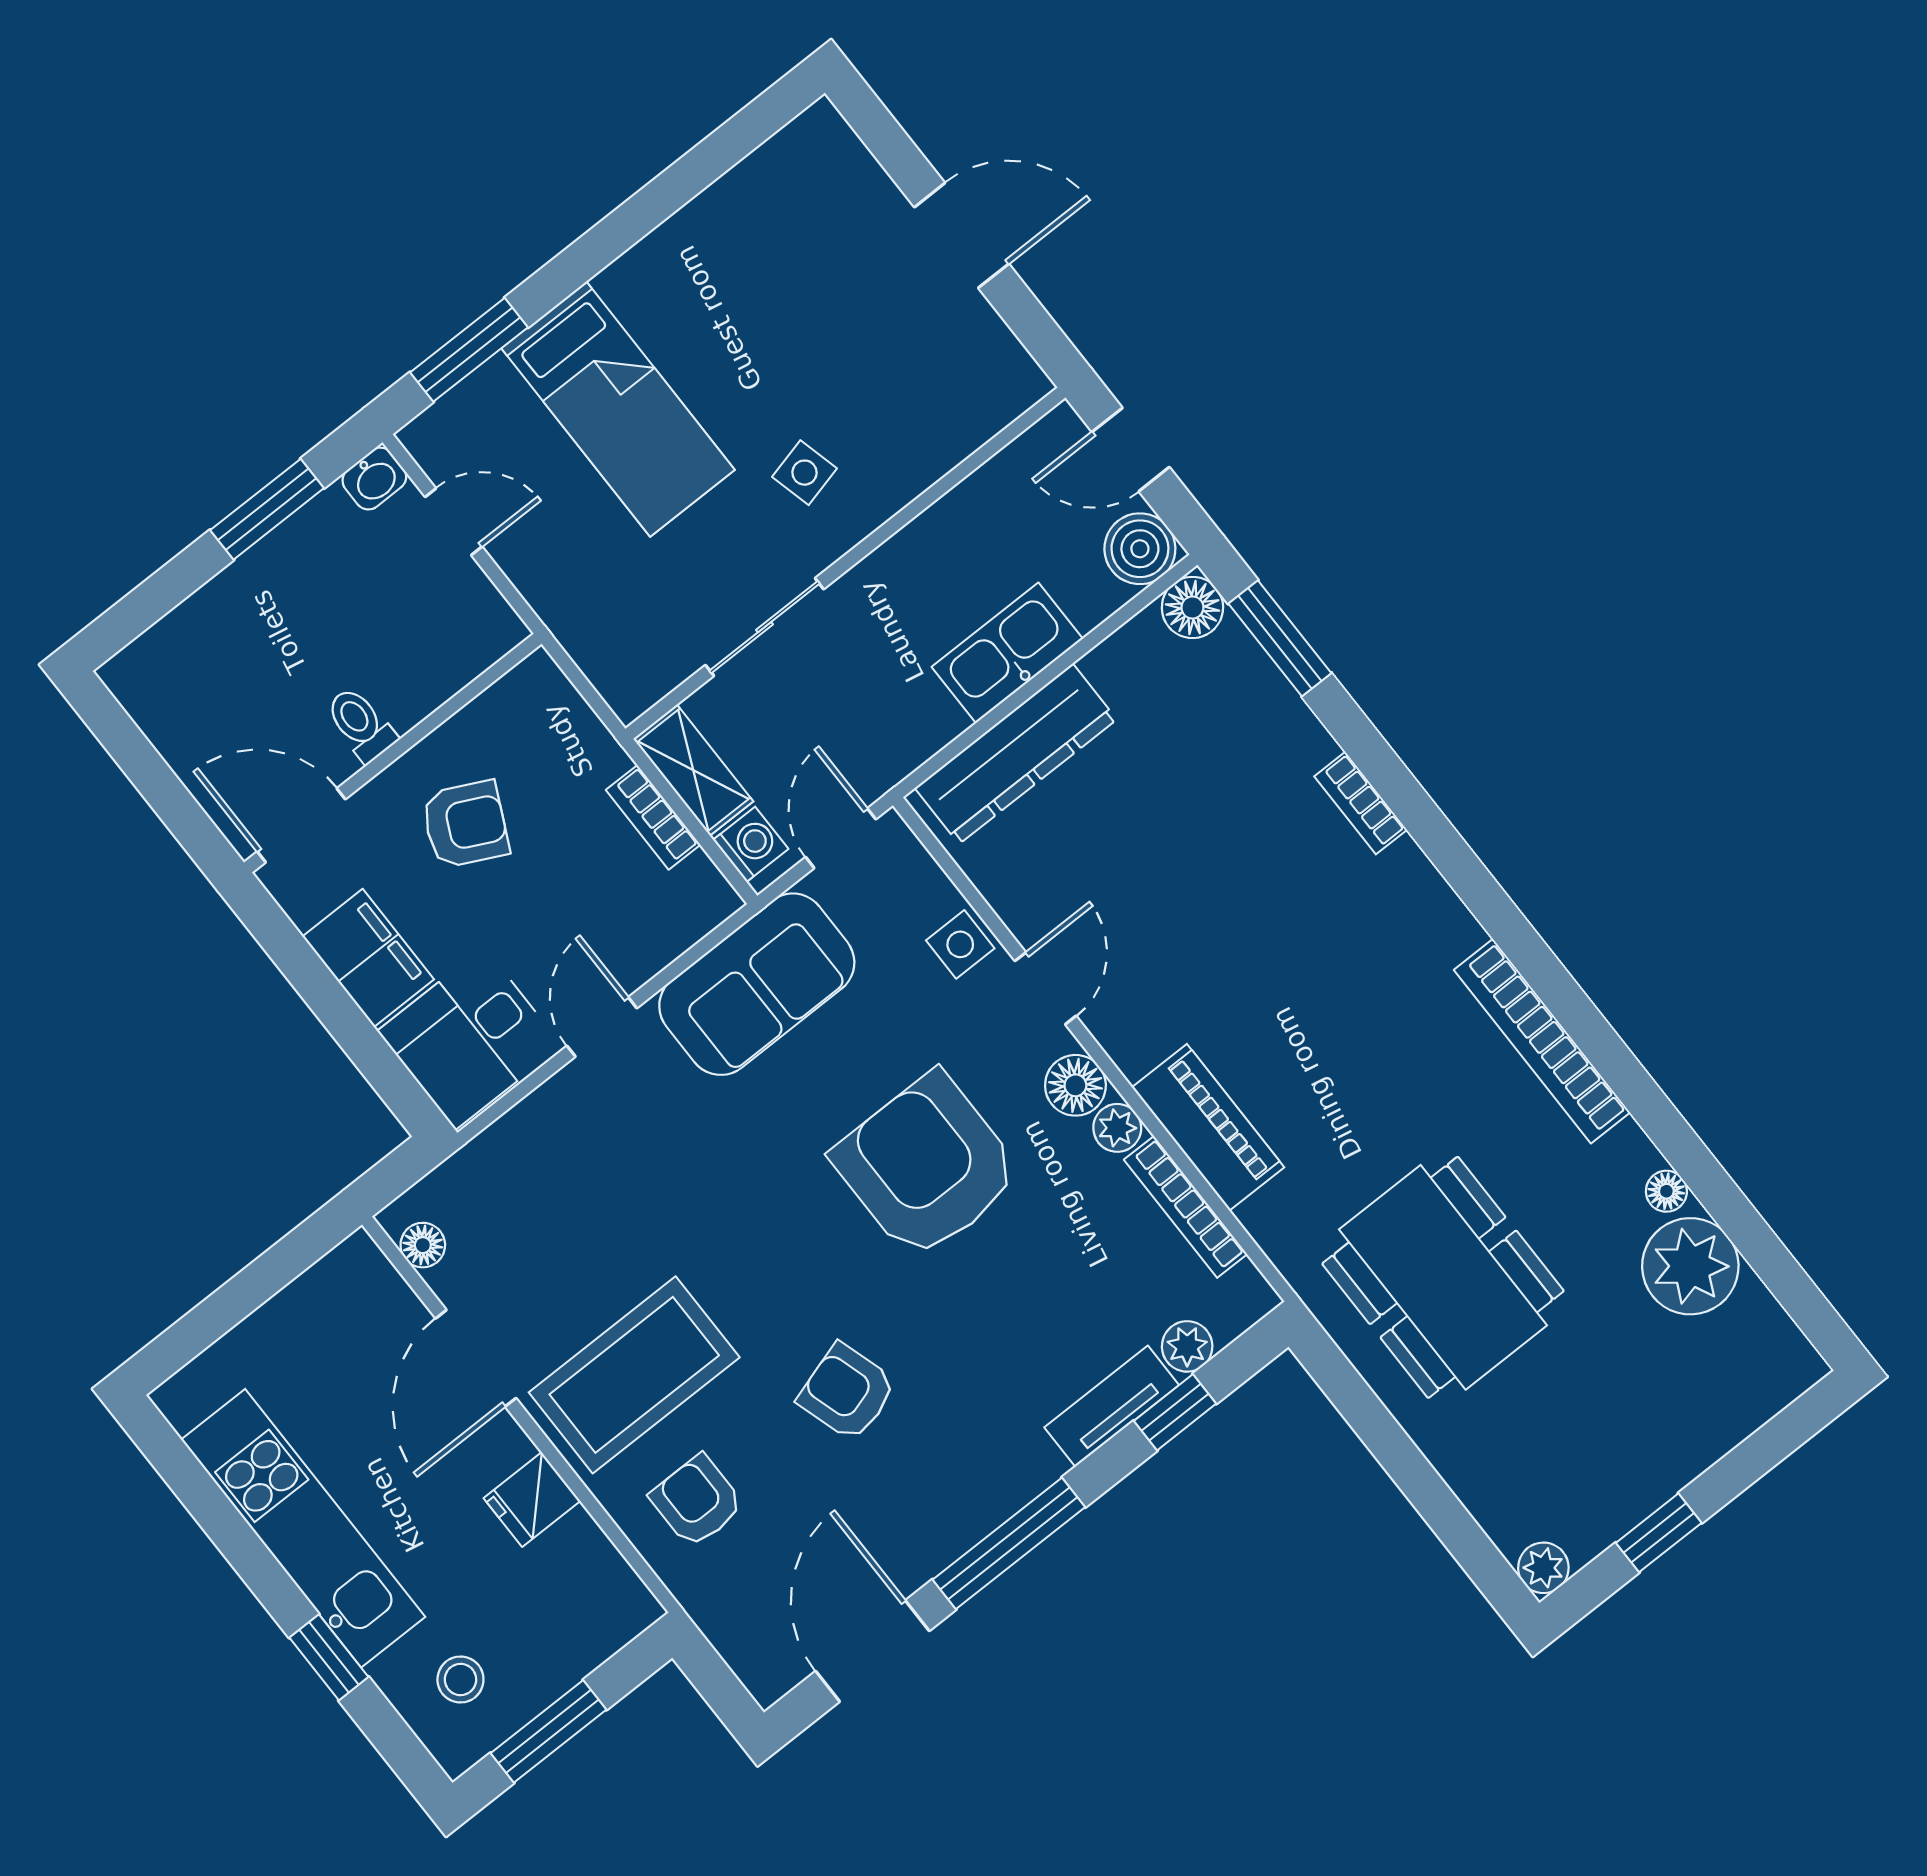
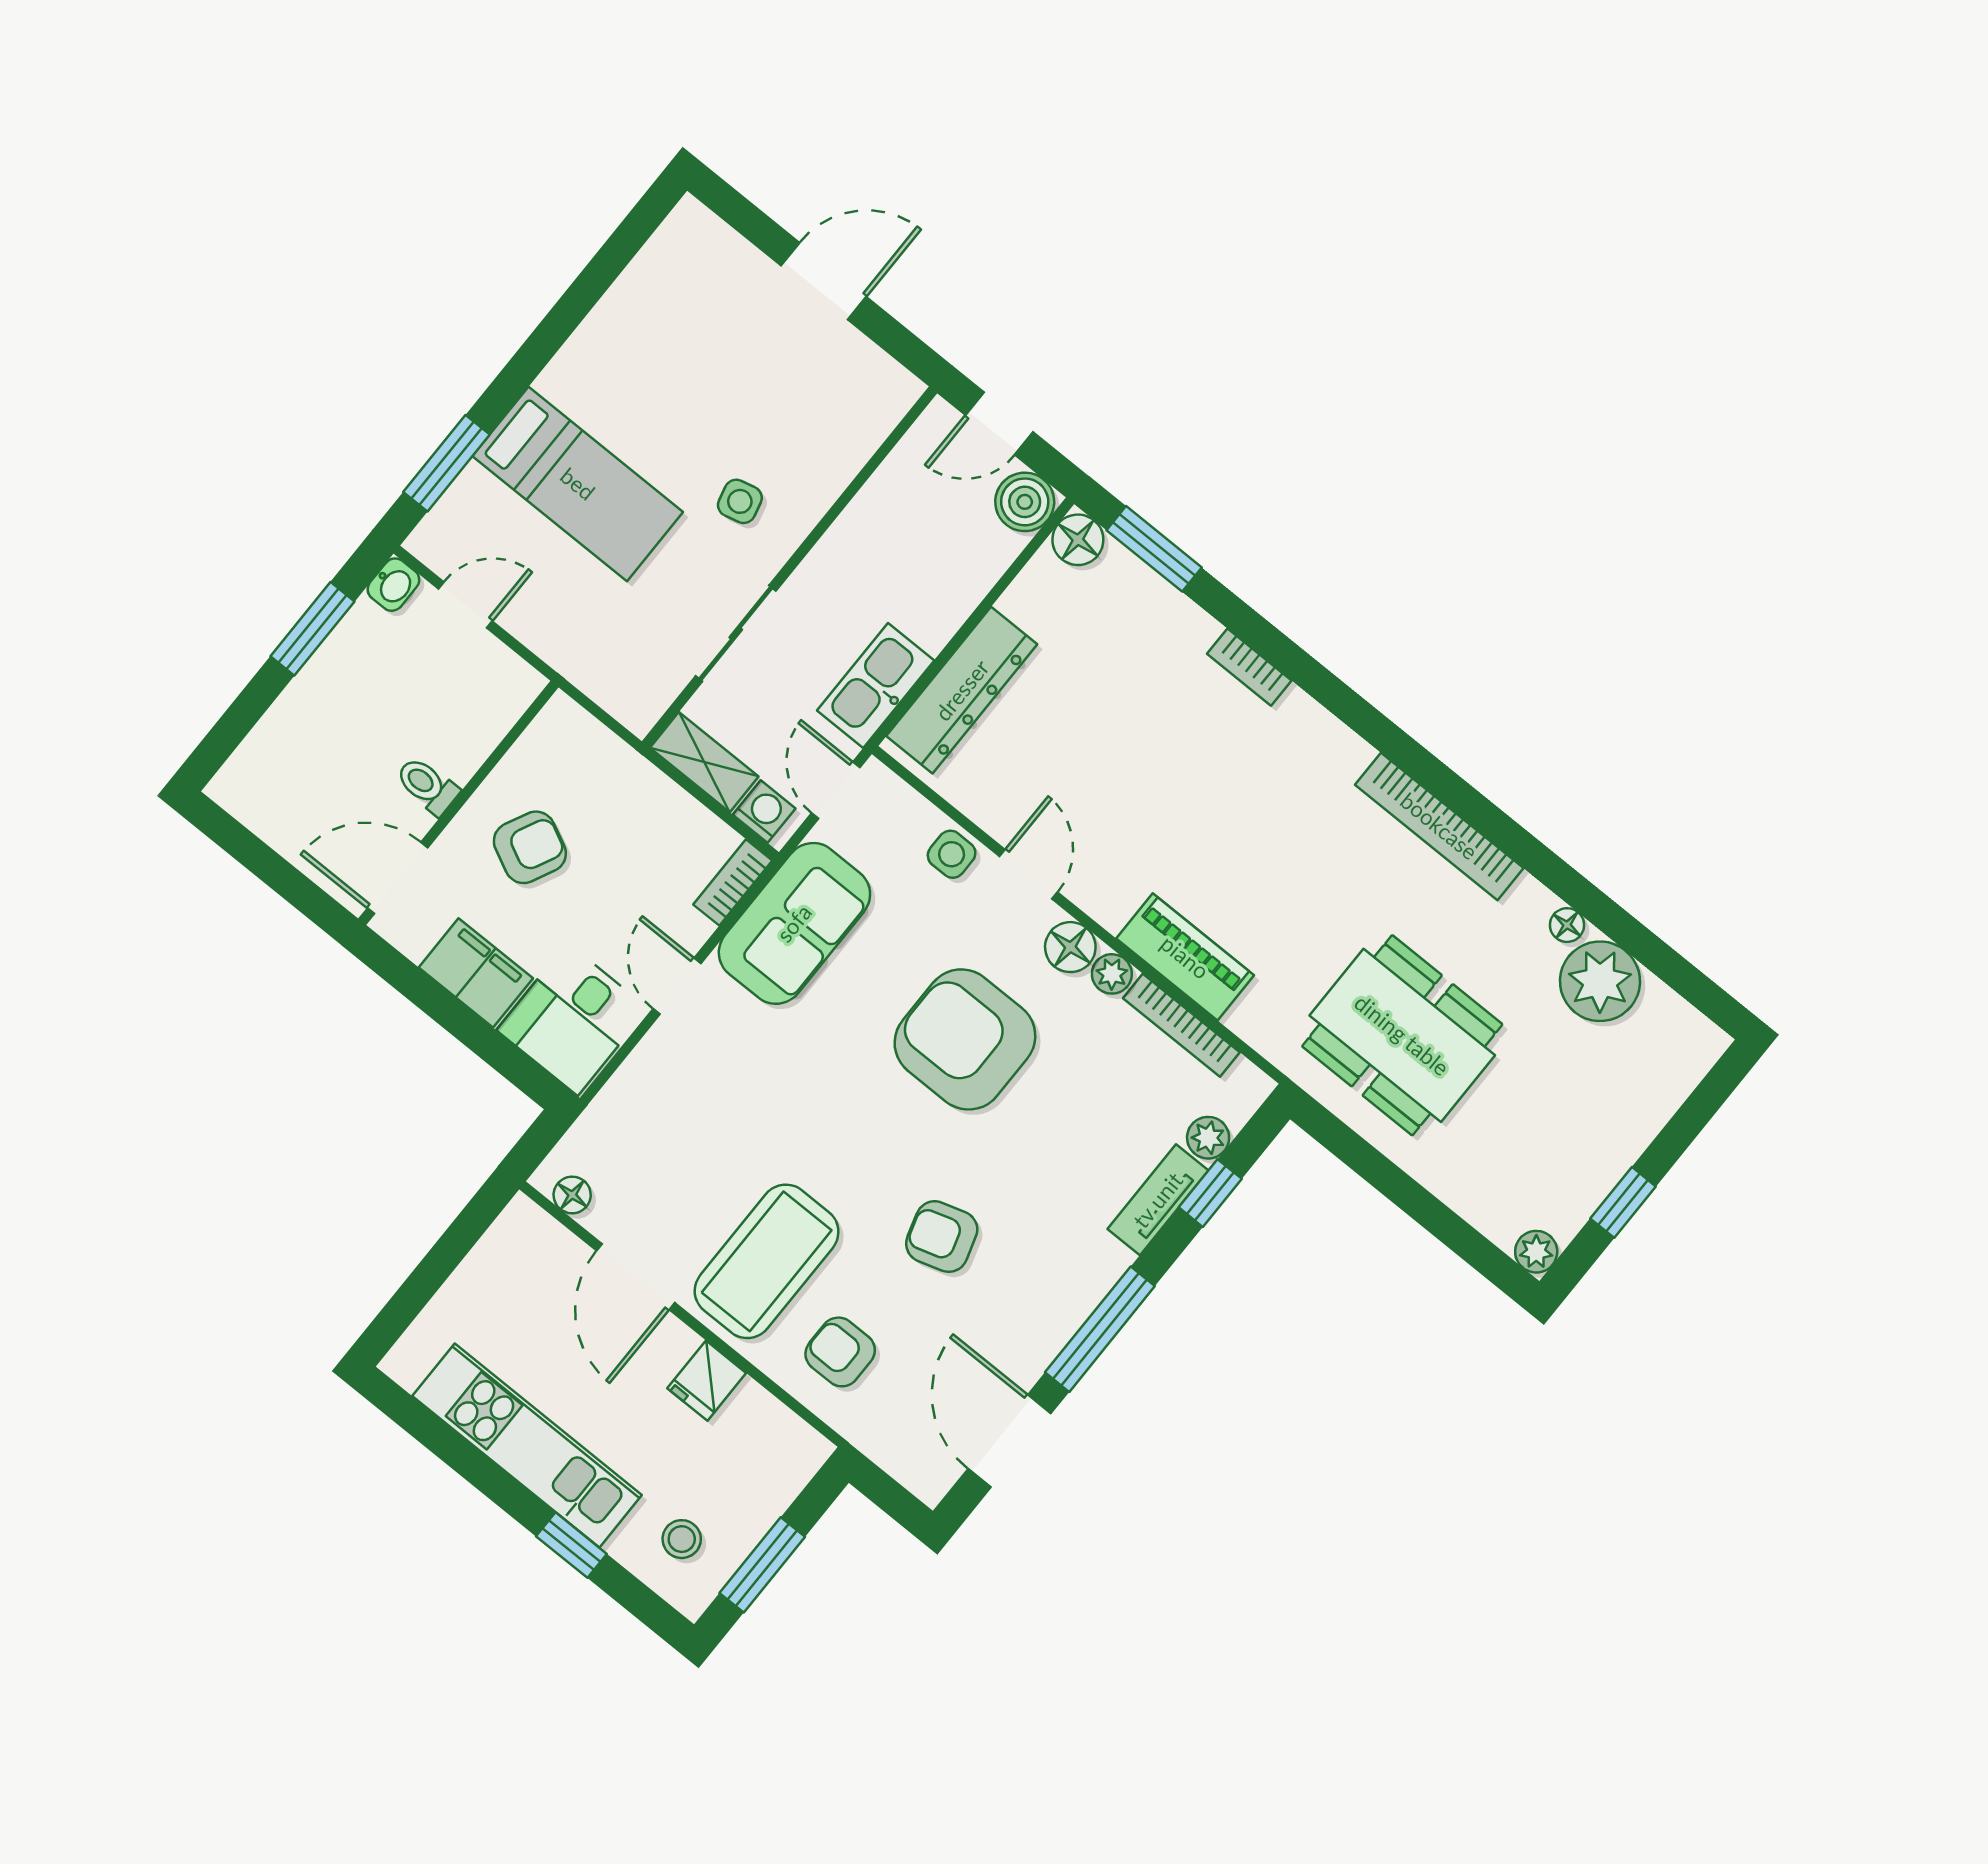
kitchen sink: (1007, 653) -> (876, 685), moved
bookcase: (653, 817) -> (733, 882), moved, turned 90

